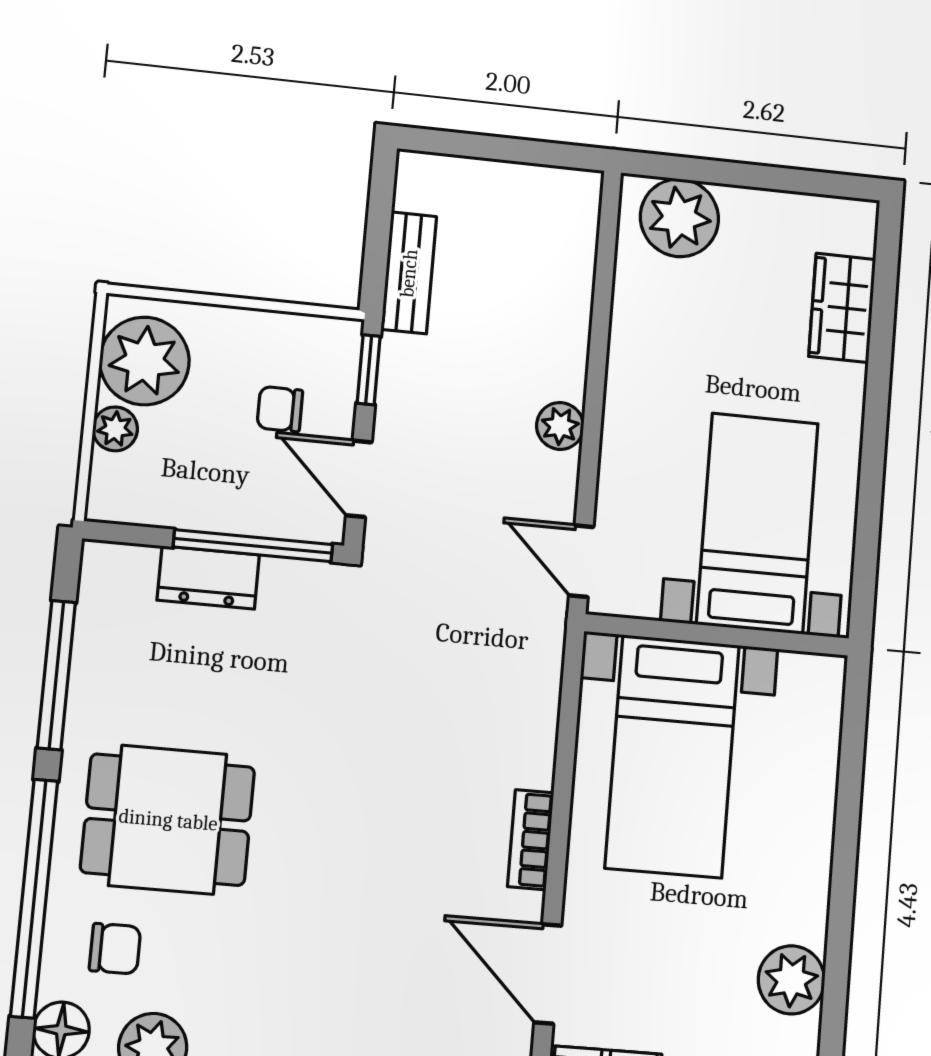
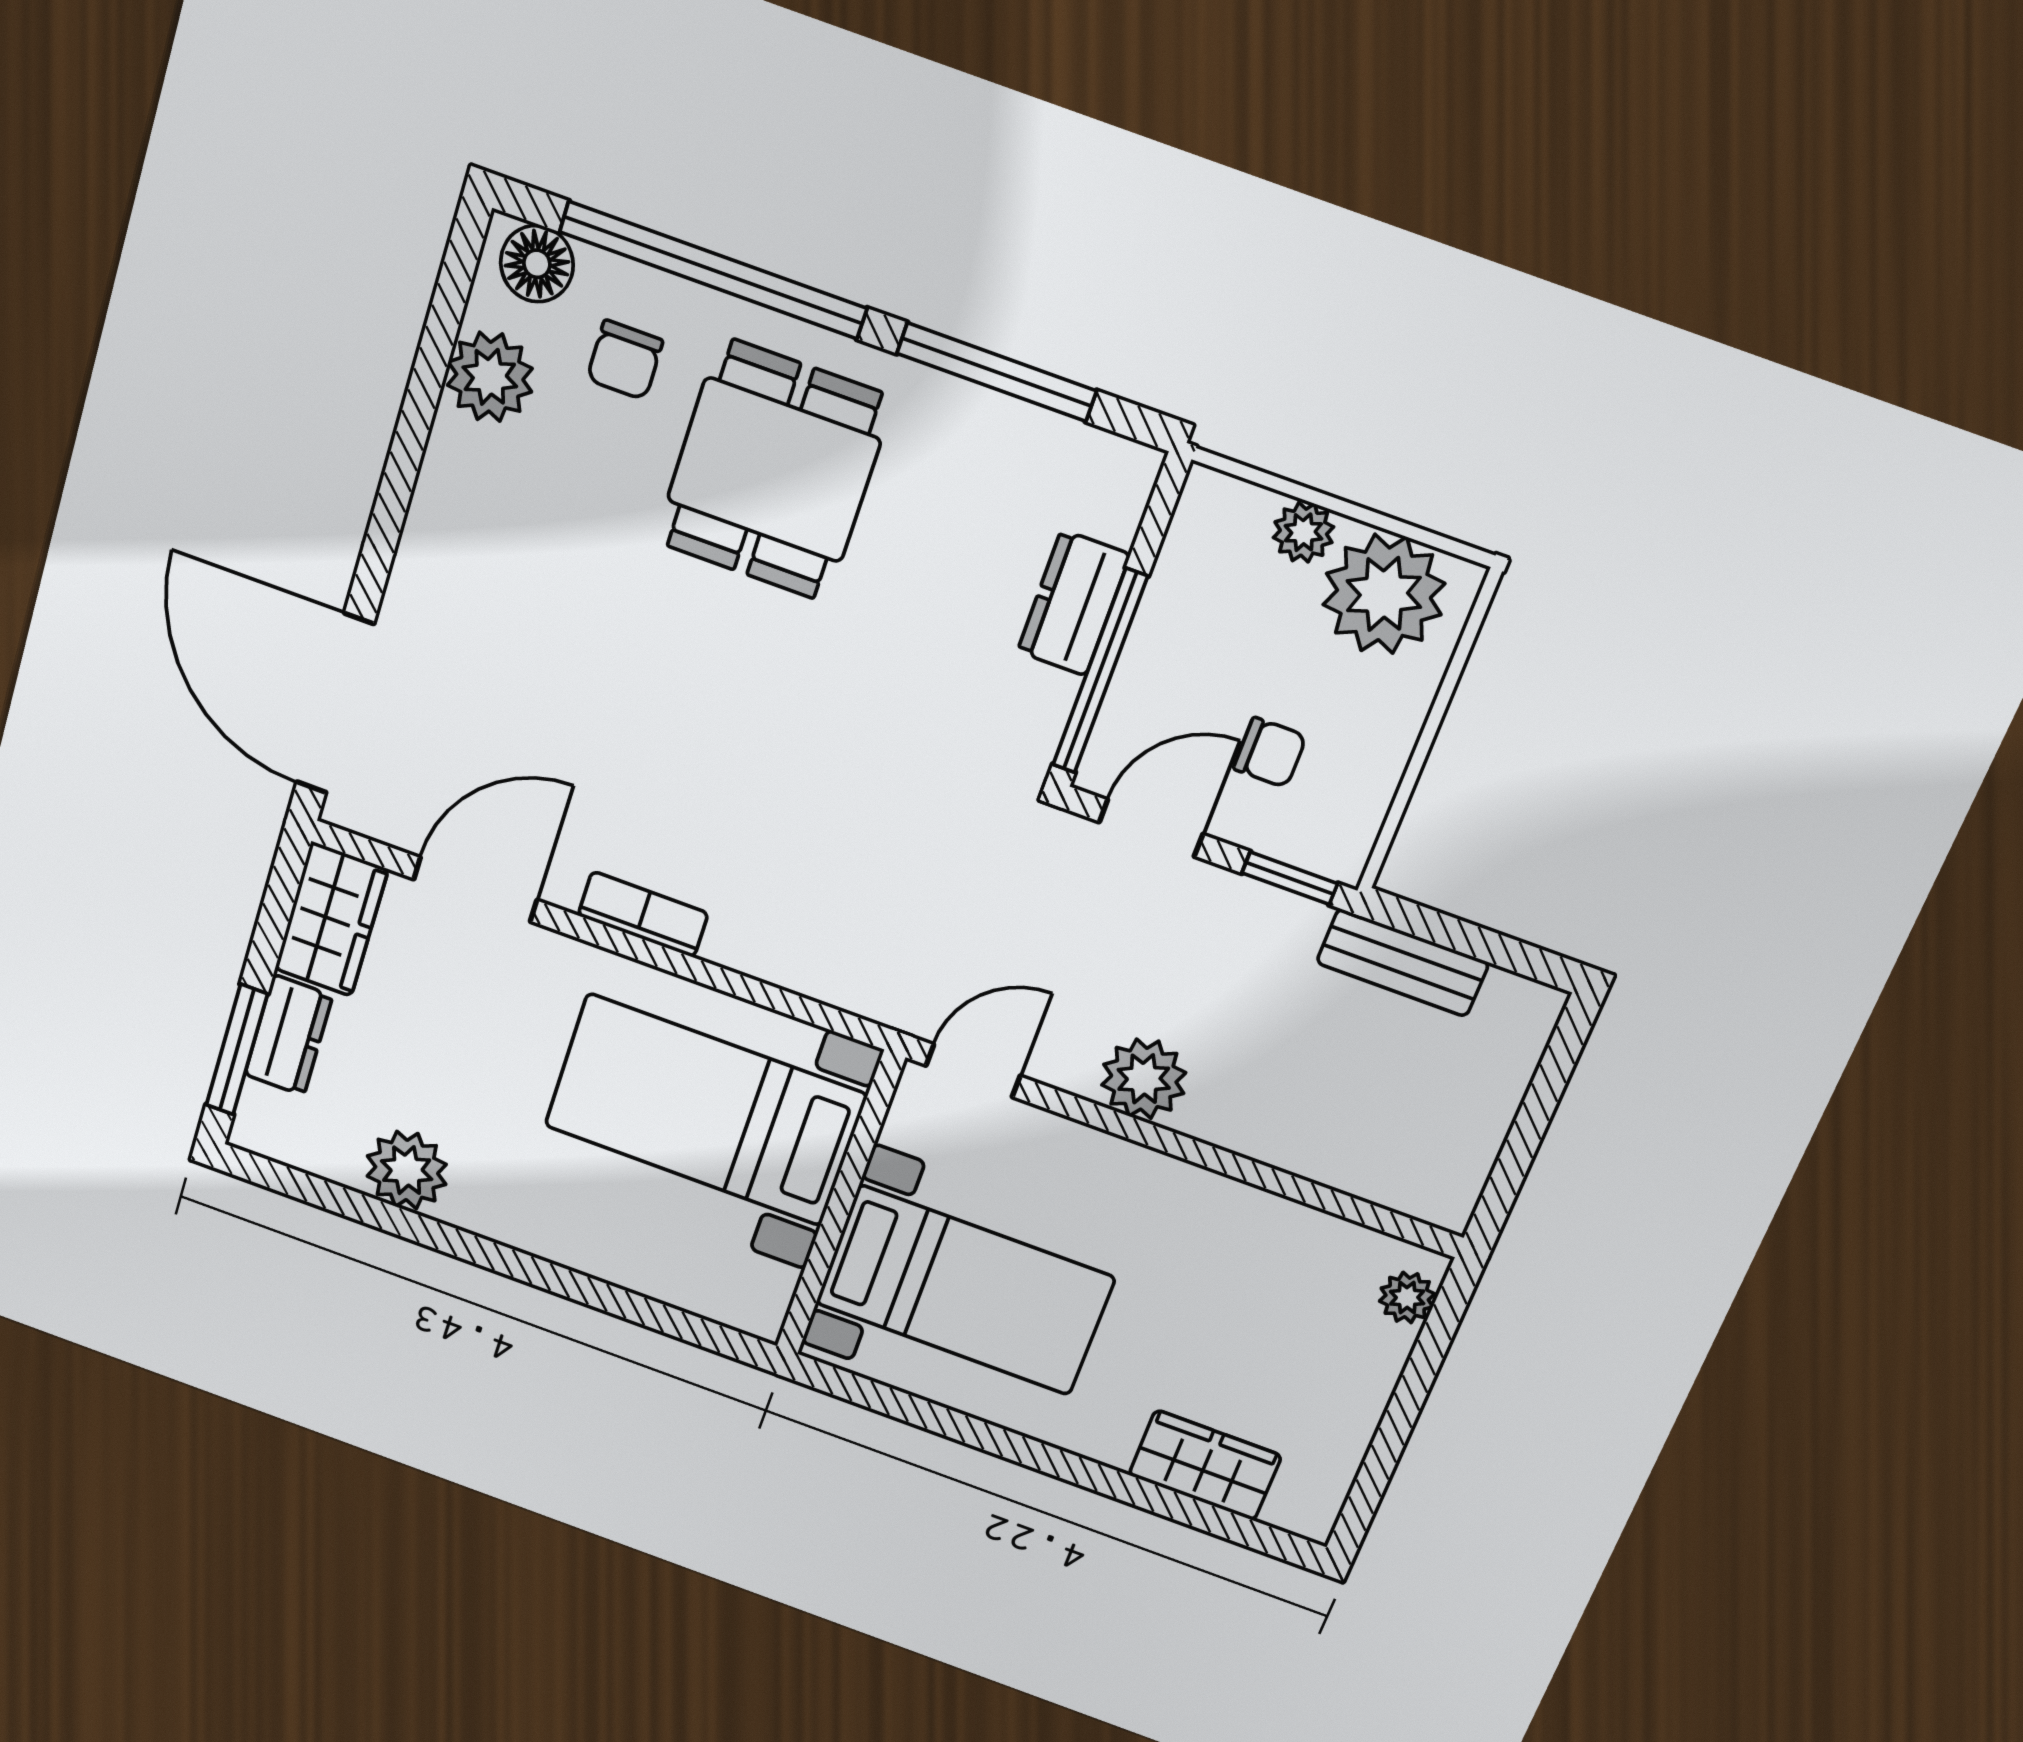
plant: (679, 218) -> (1407, 1297), width x0.53, depth x0.53
chair: (280, 409) -> (1270, 753), turned 90
plant: (560, 426) -> (1144, 1079), width x1.38, depth x1.38

